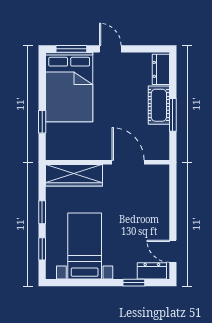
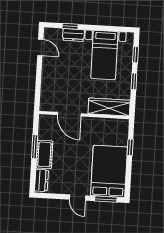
dresser: (152, 271) -> (73, 35), moved

